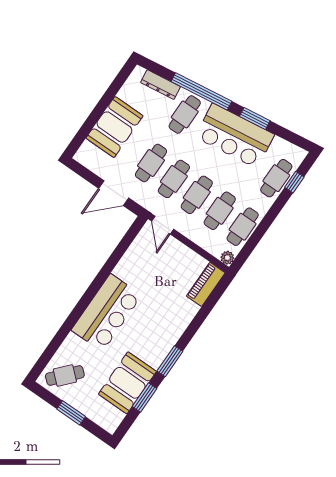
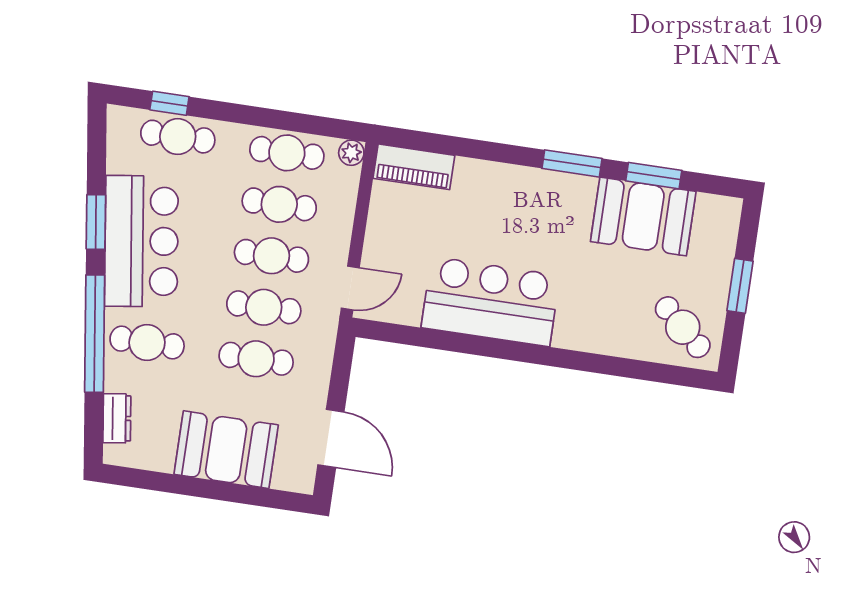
dresser: (161, 85) -> (117, 418), width x0.70
door: (114, 193) -> (331, 438), moved
bar counter: (107, 313) -> (491, 302), moved

